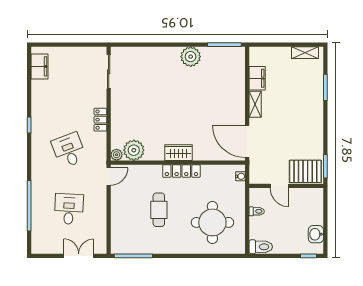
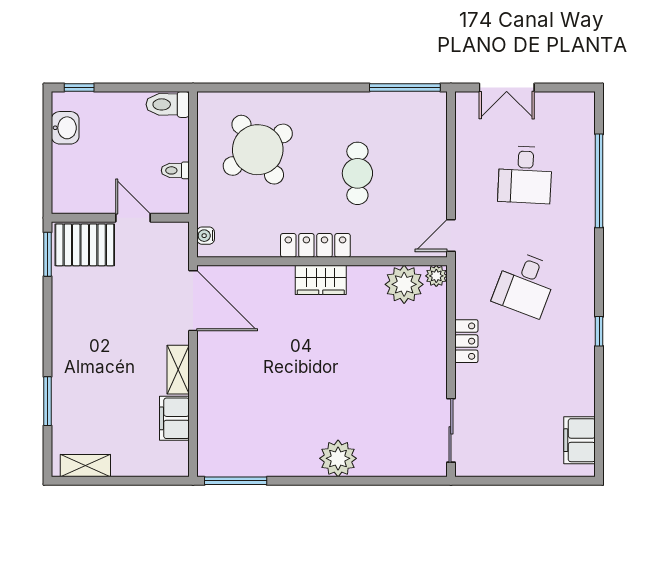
plant: (191, 57) -> (338, 458), moved
desk: (69, 150) -> (525, 284), turned 42
round table: (212, 222) -> (258, 150), turned -33

